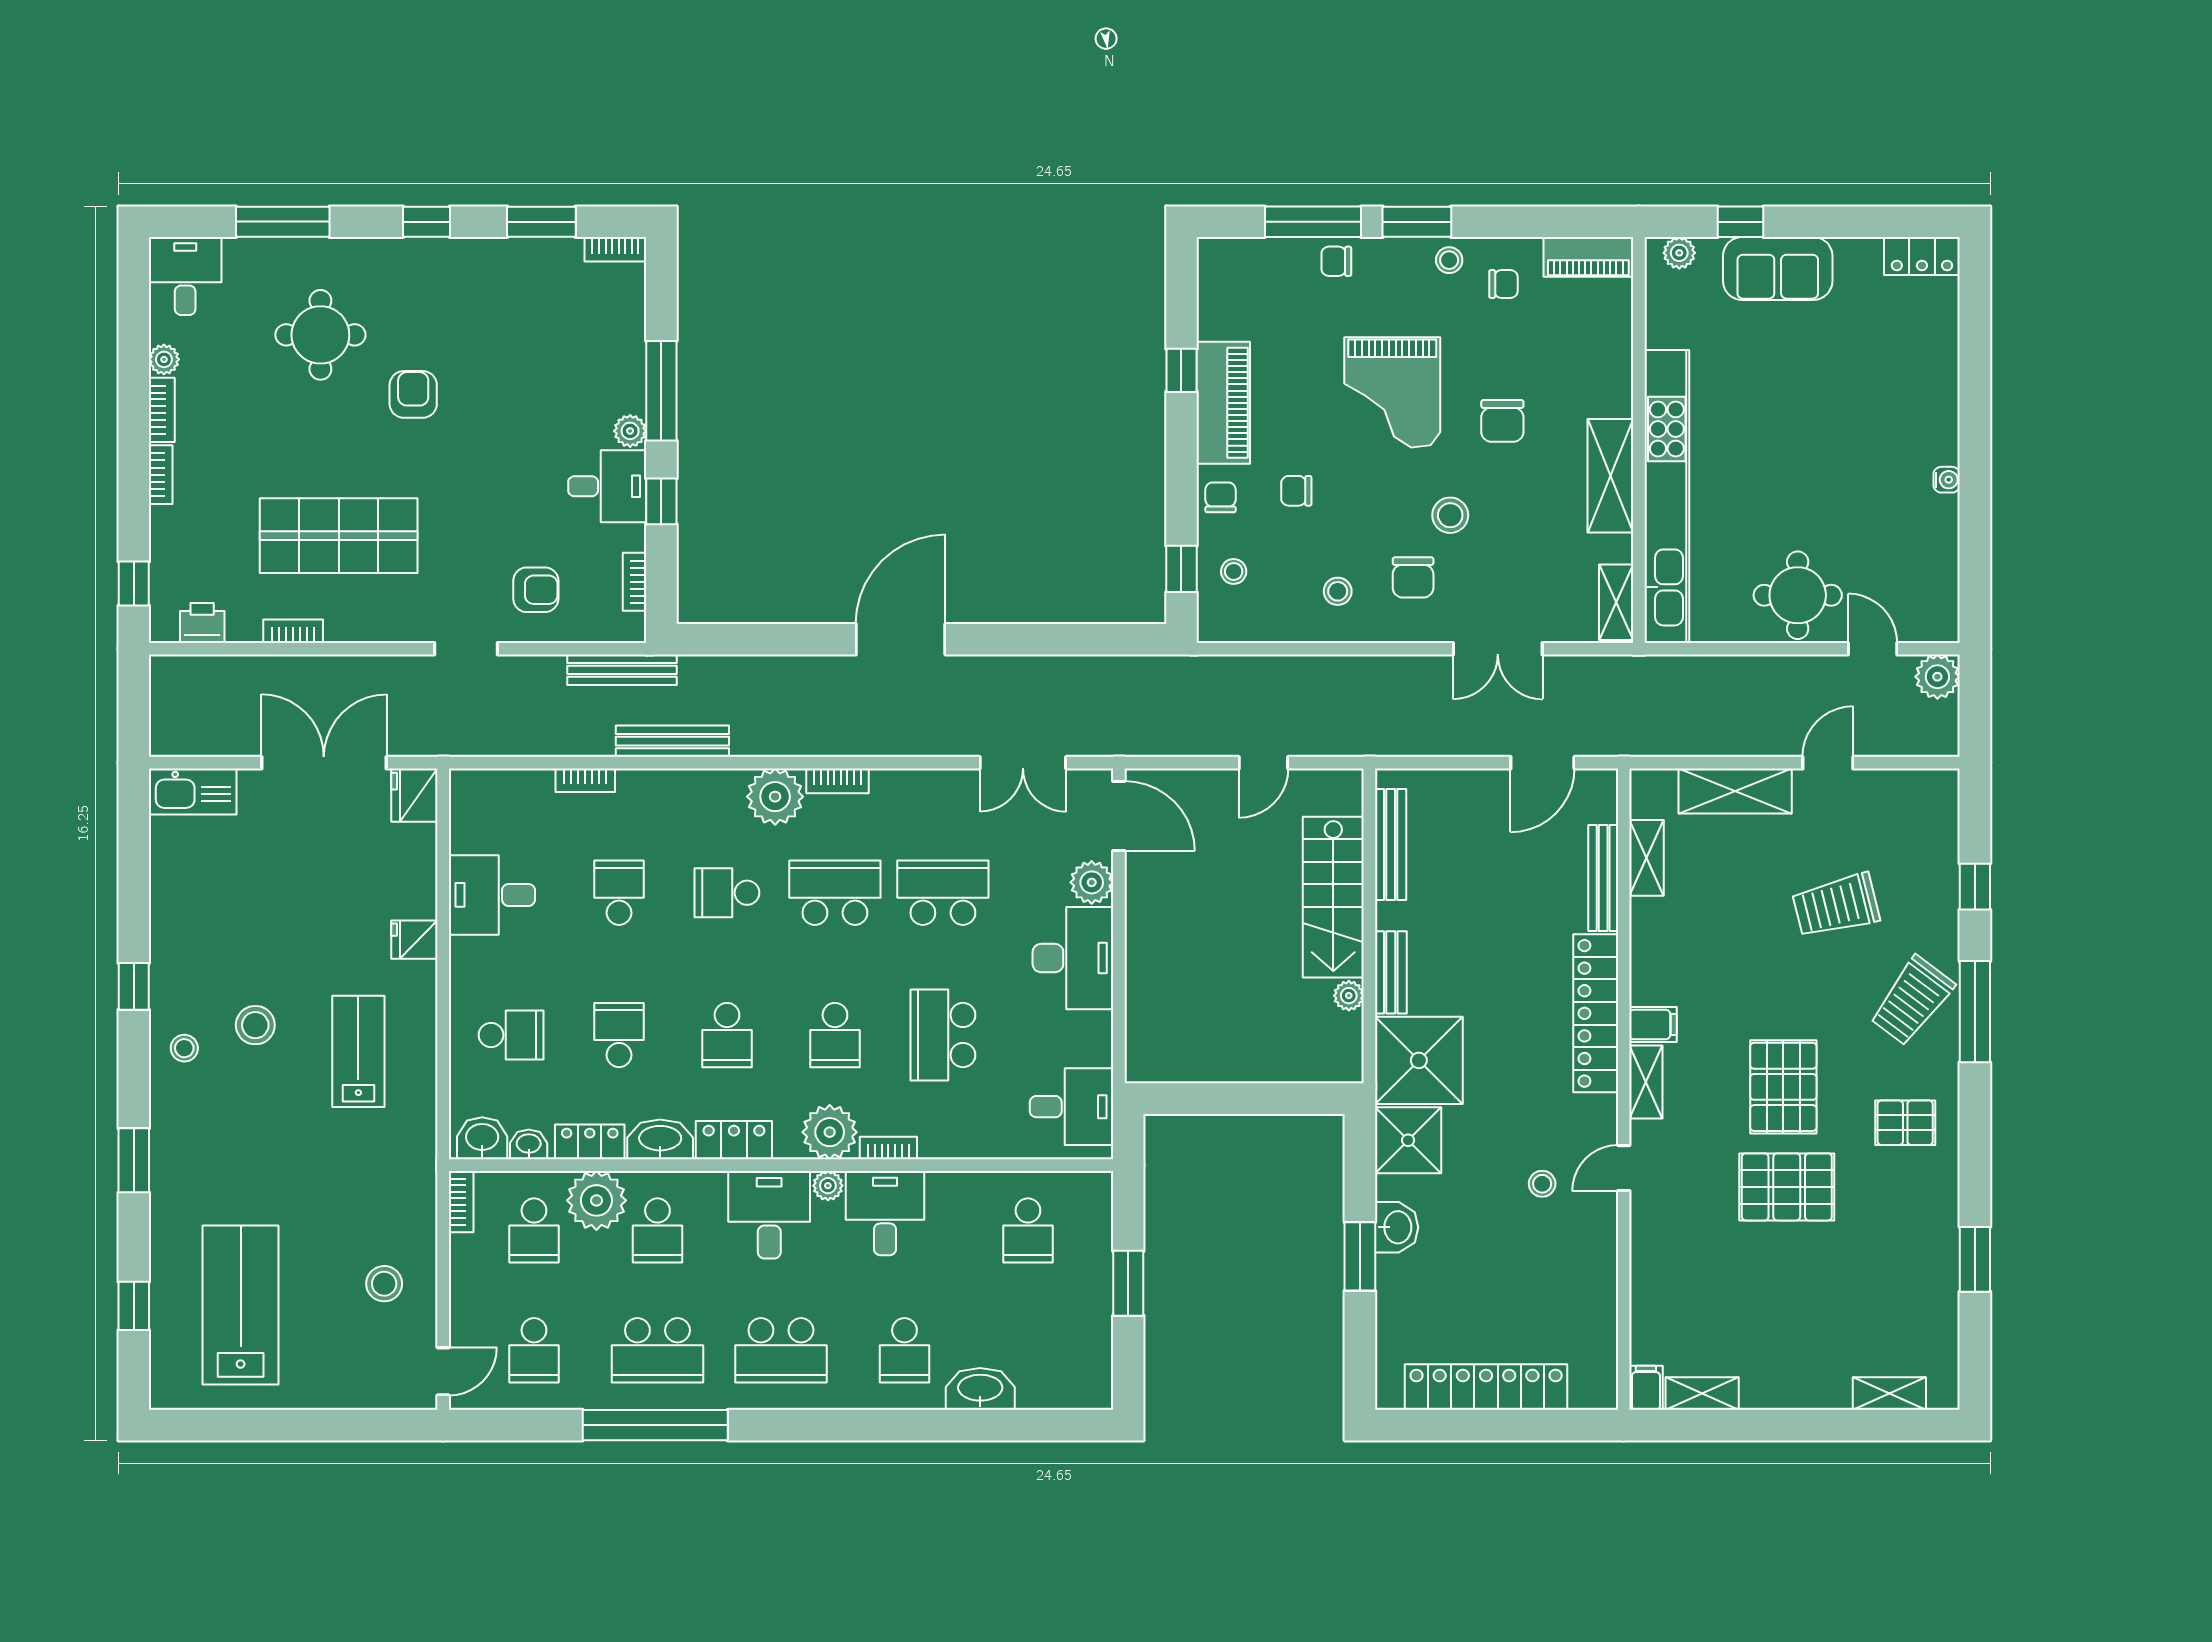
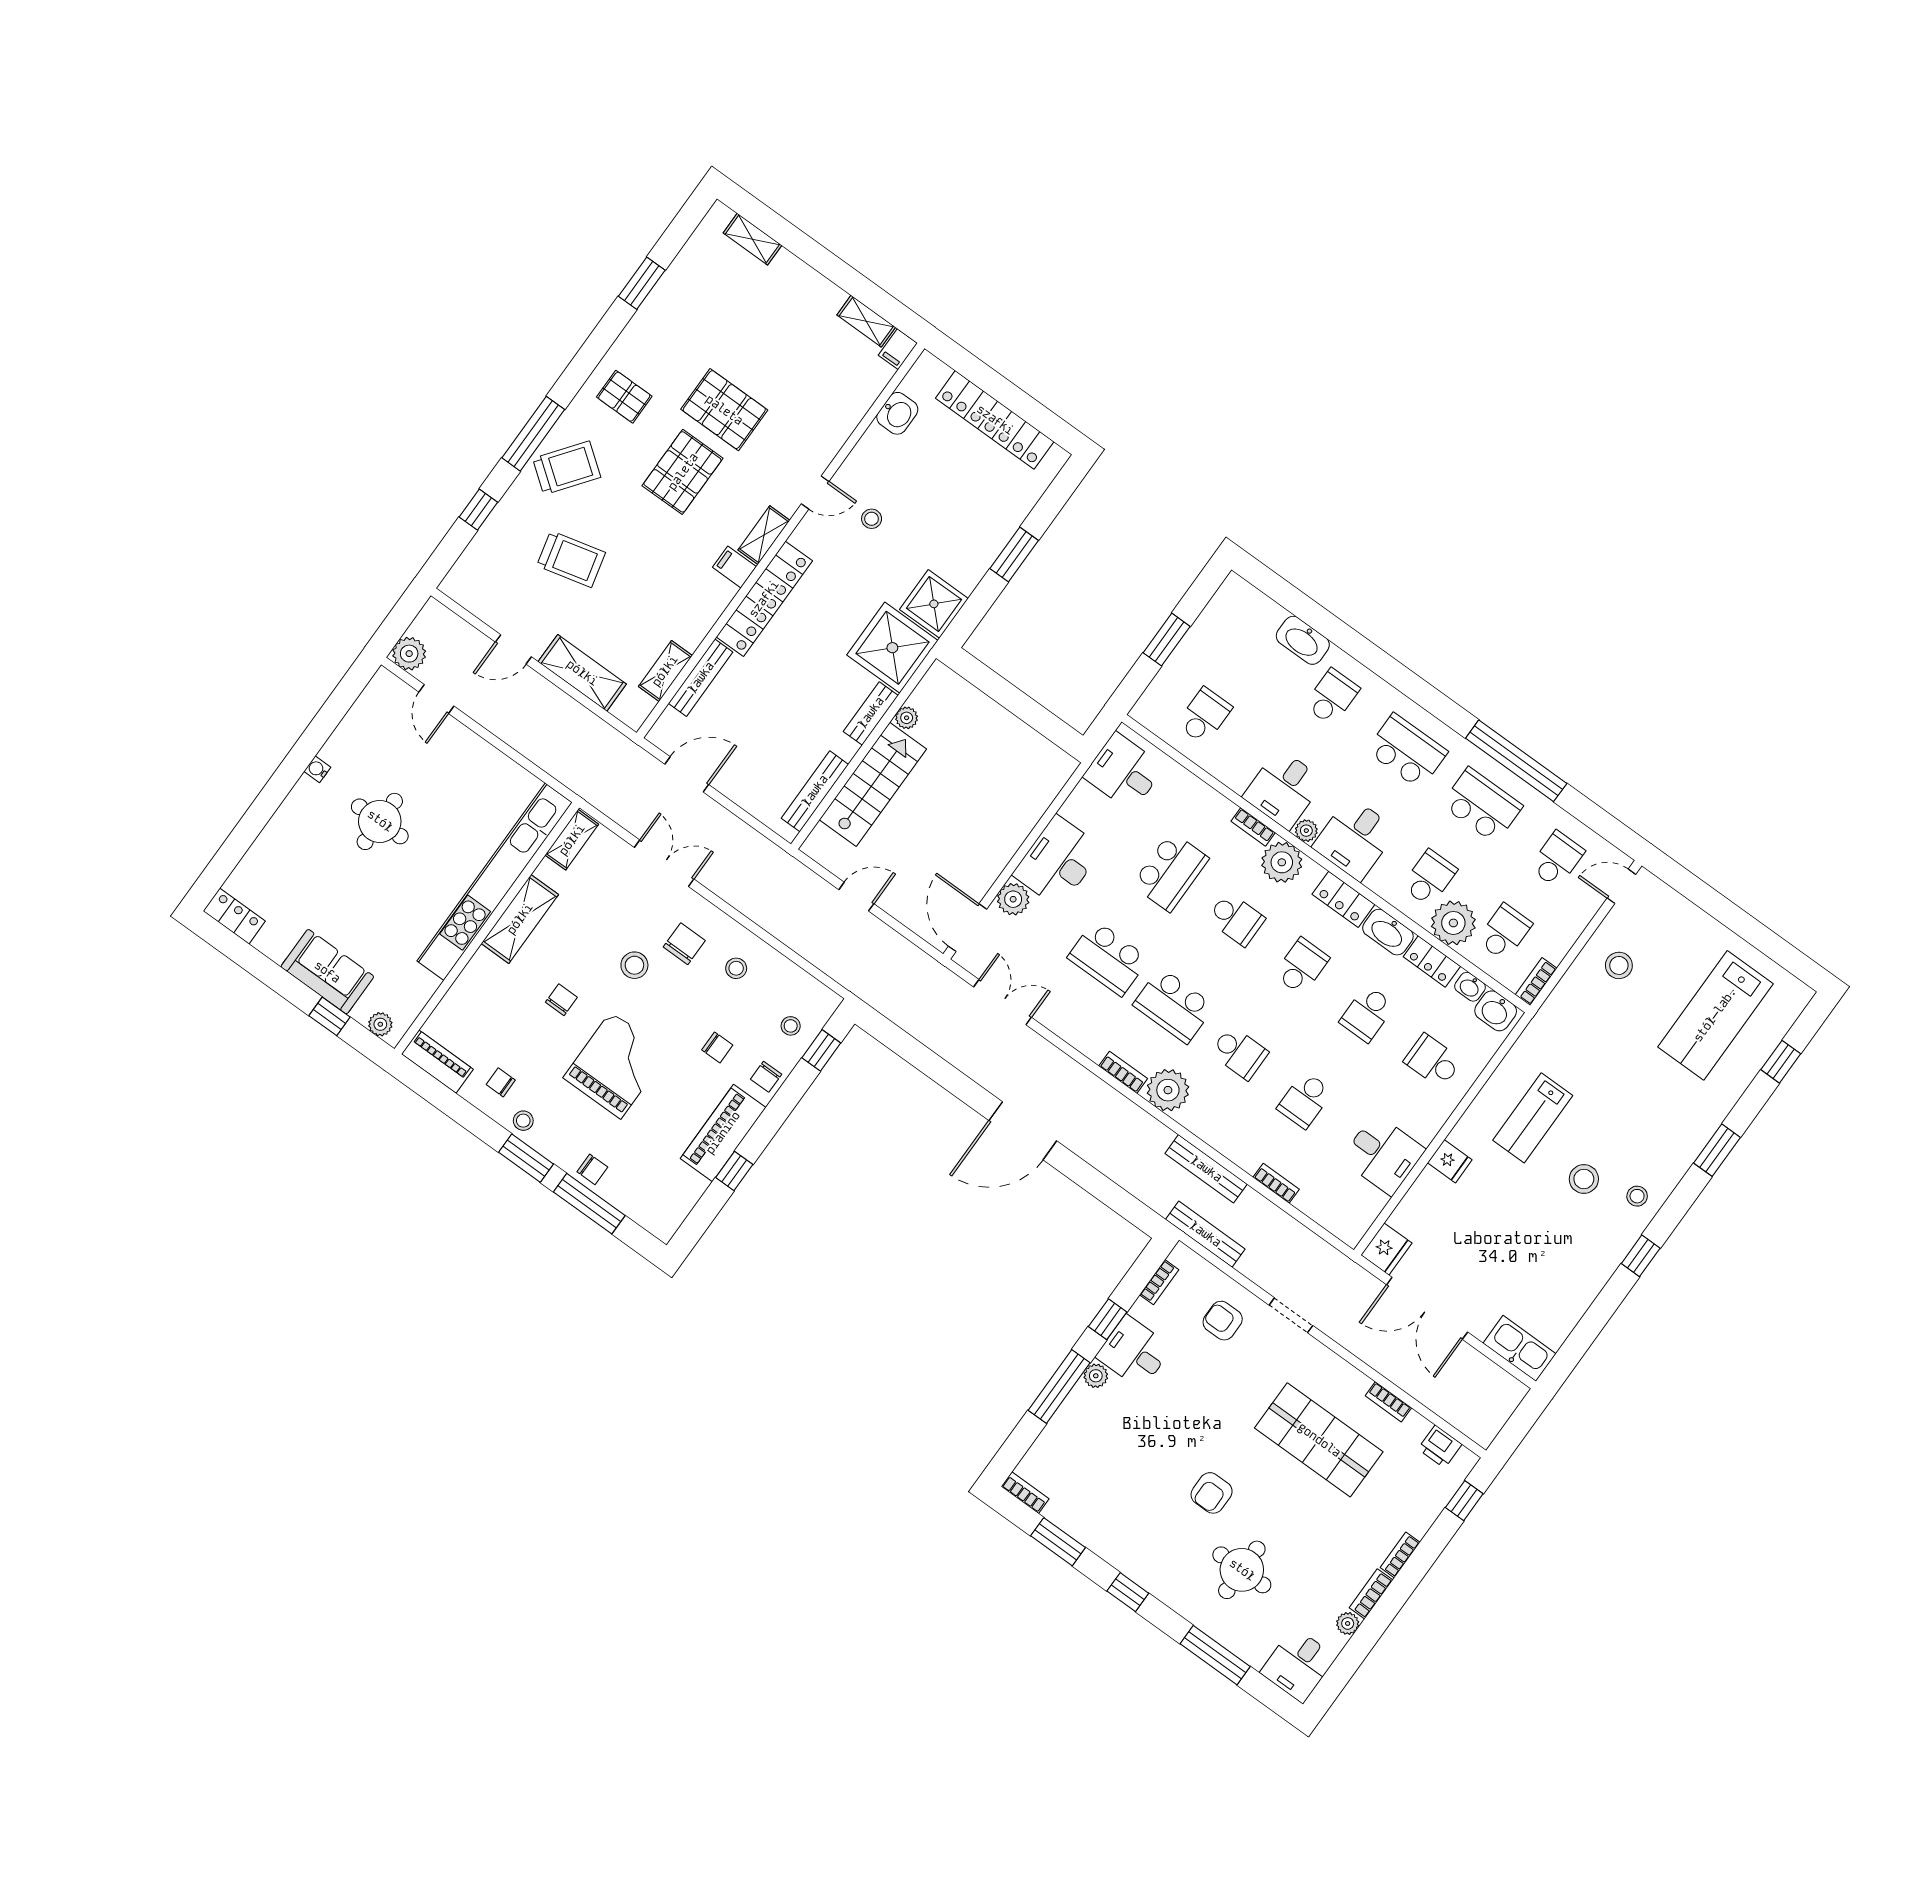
chair: (1502, 421) -> (561, 1000), width x0.73, depth x0.73
round table: (1798, 595) -> (380, 821), moved
school desk: (835, 1035) -> (1236, 919), turned 90
washbasin: (1397, 1227) -> (897, 413), moved, turned 180

